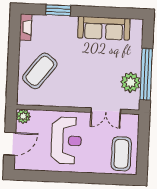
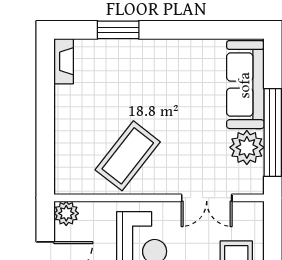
sofa: (104, 28) -> (245, 85), moved, turned 90
coffee table: (40, 71) -> (128, 156), moved

